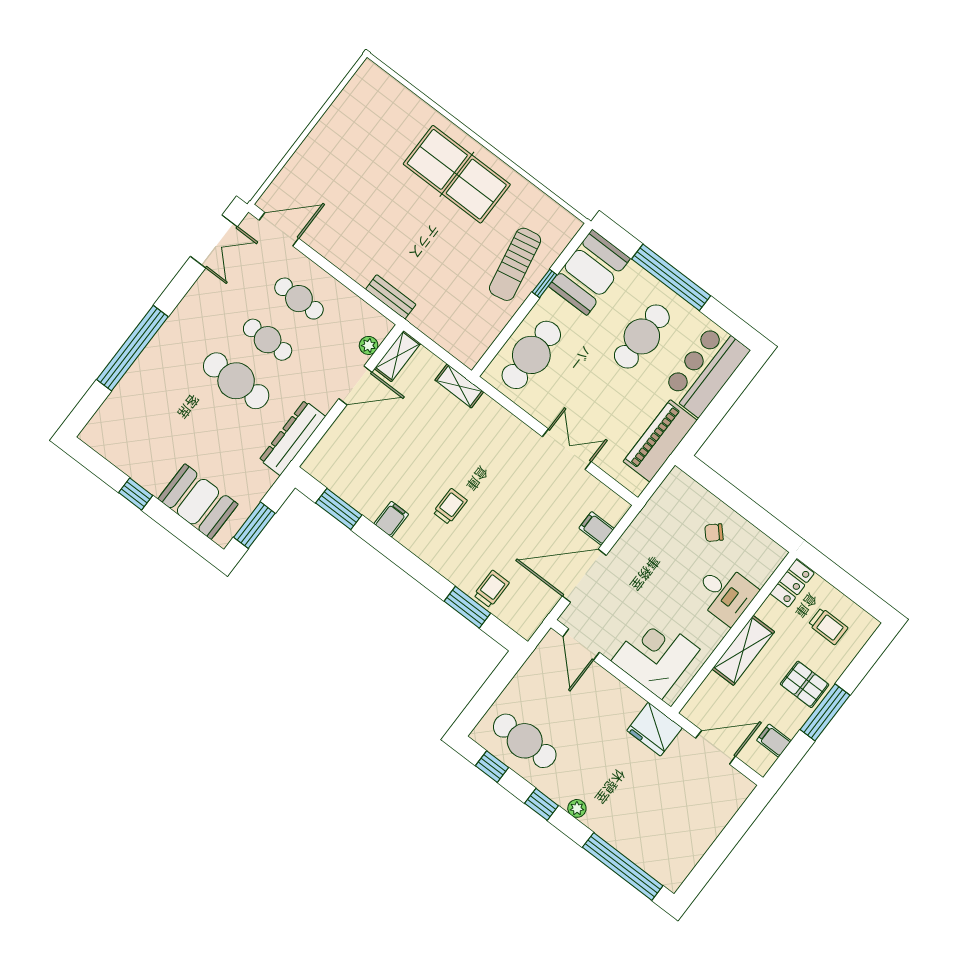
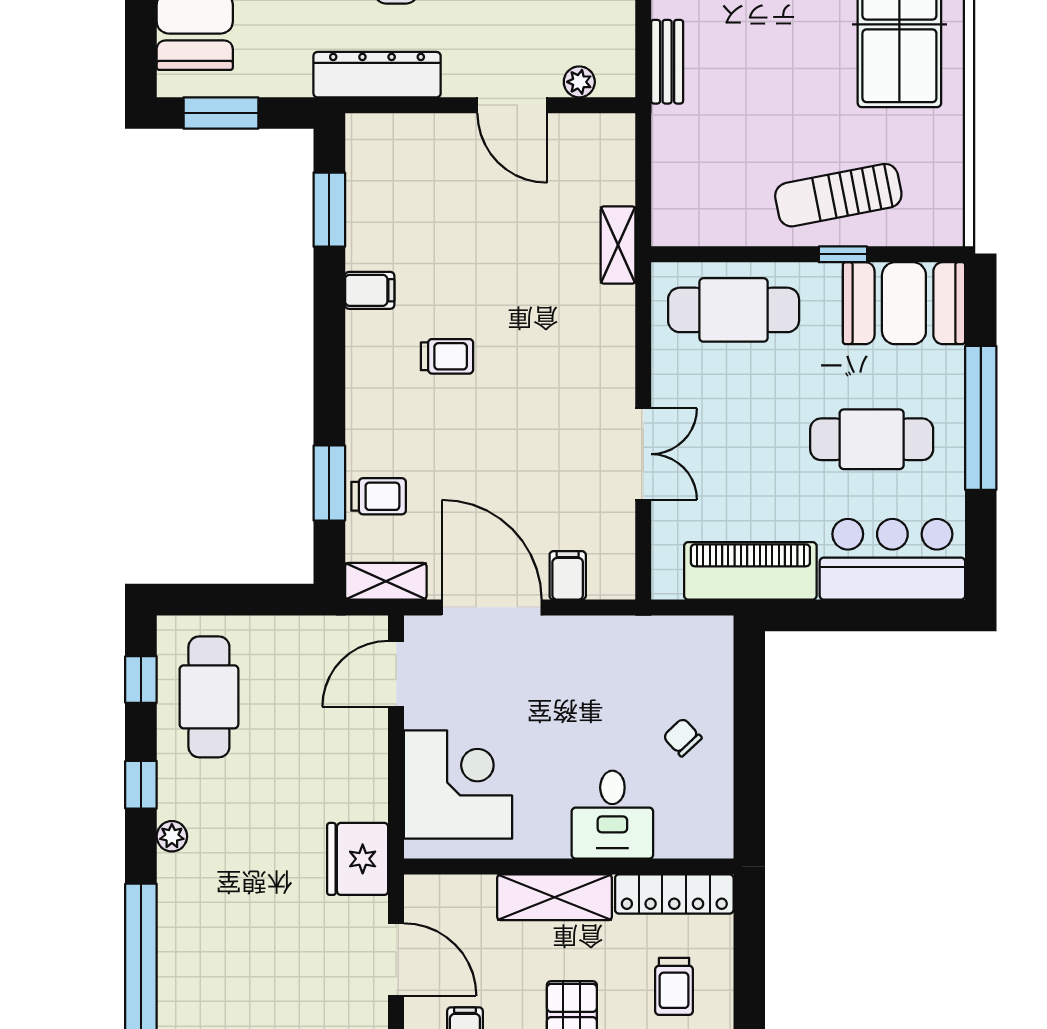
shelving: (397, 356) -> (386, 581), moved
locker: (792, 583) -> (674, 894), width x1.53

